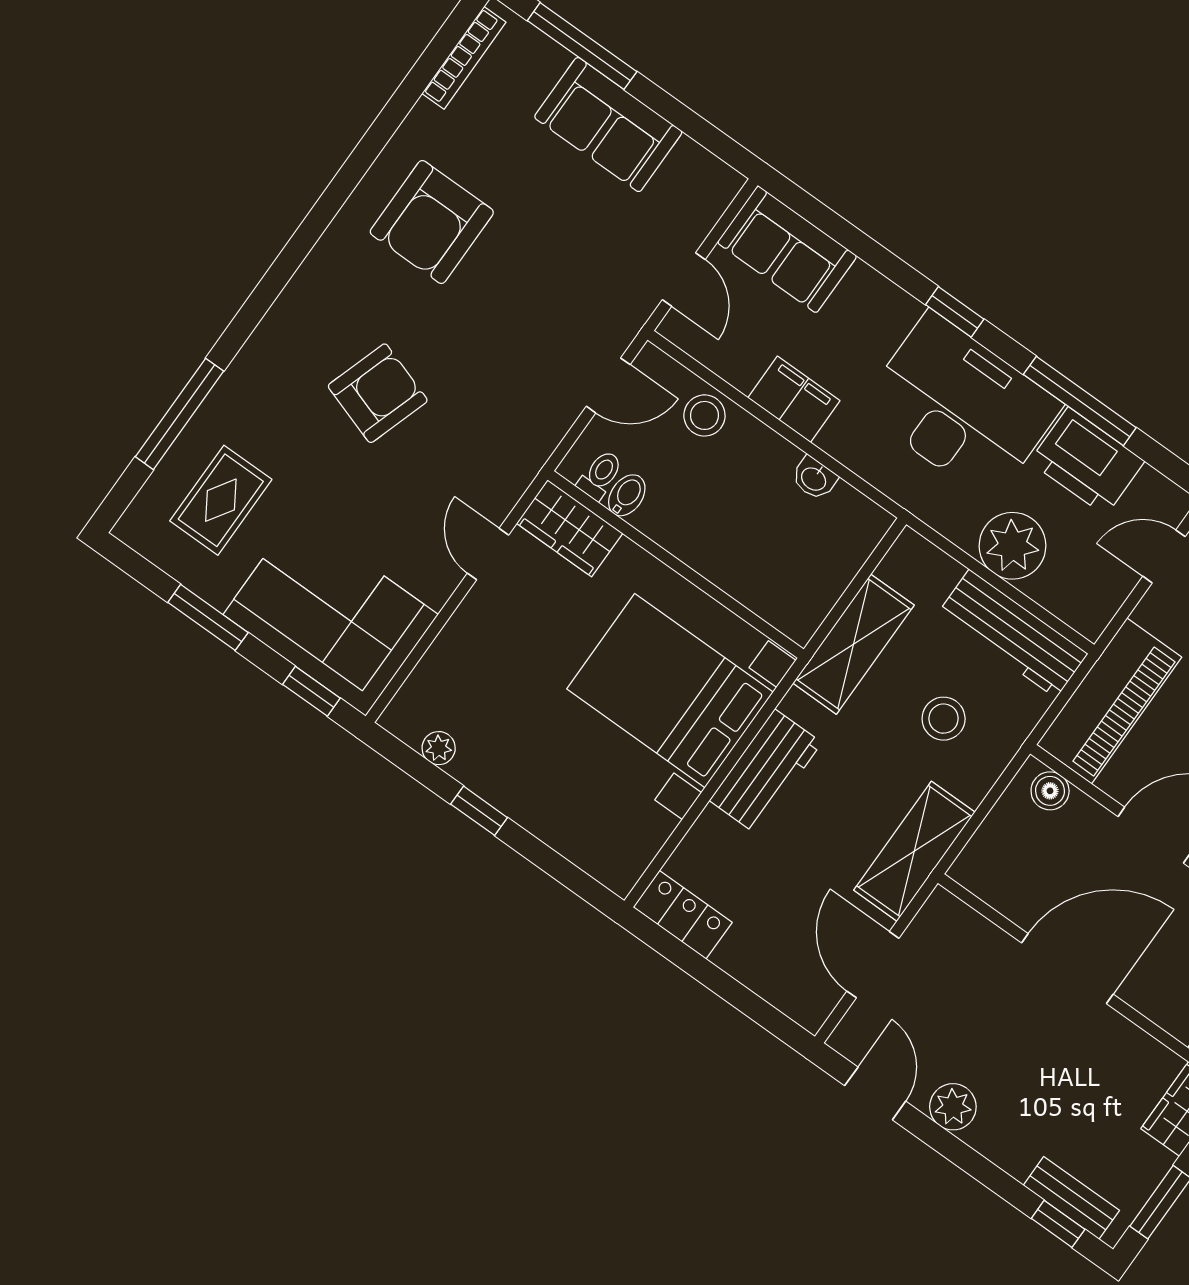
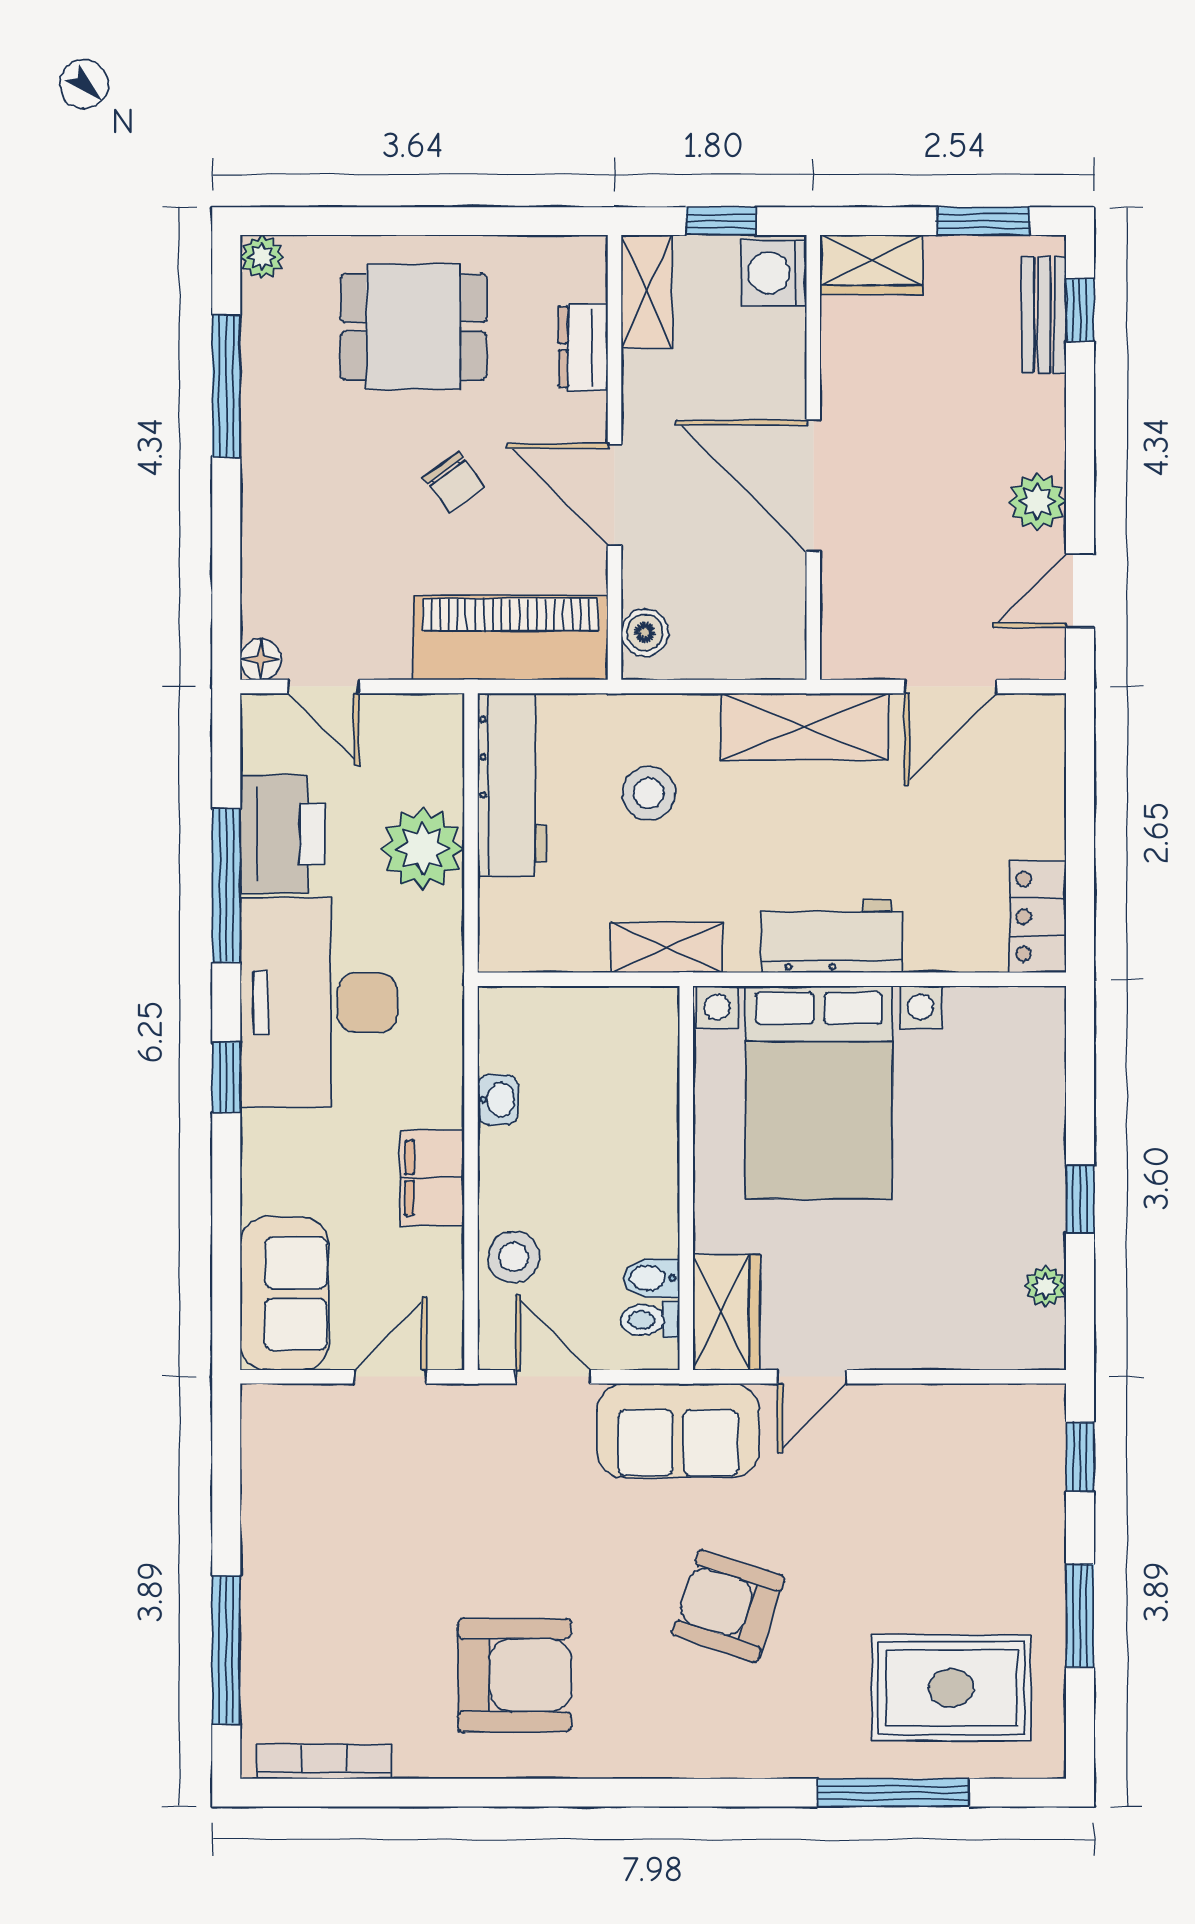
sofa: (608, 125) -> (678, 1431), moved, turned 90
rug: (221, 500) -> (951, 1688), width x1.36, depth x1.43
corner sofa: (331, 614) -> (988, 1493), removed
shelving: (854, 644) -> (666, 947), width x0.67, depth x0.75

